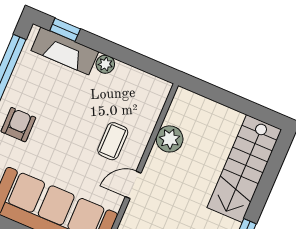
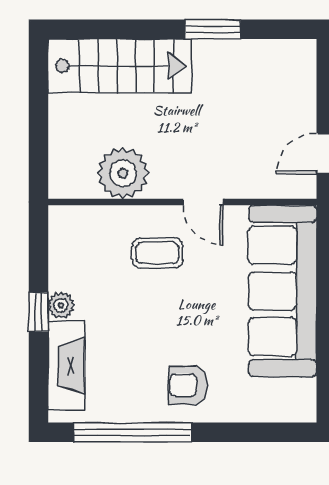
window: (65, 30) -> (38, 312), moved
plant: (170, 139) -> (123, 173), width x1.36, depth x1.36

